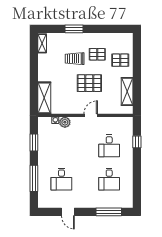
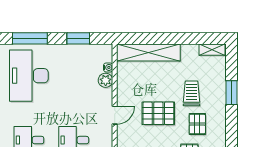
pallet: (89, 83) -> (158, 113), turned 90
shelving: (44, 98) -> (148, 52), width x1.47
door: (91, 115) -> (115, 115), hinge flipped
desk: (61, 179) -> (29, 76), width x1.87, depth x1.30

